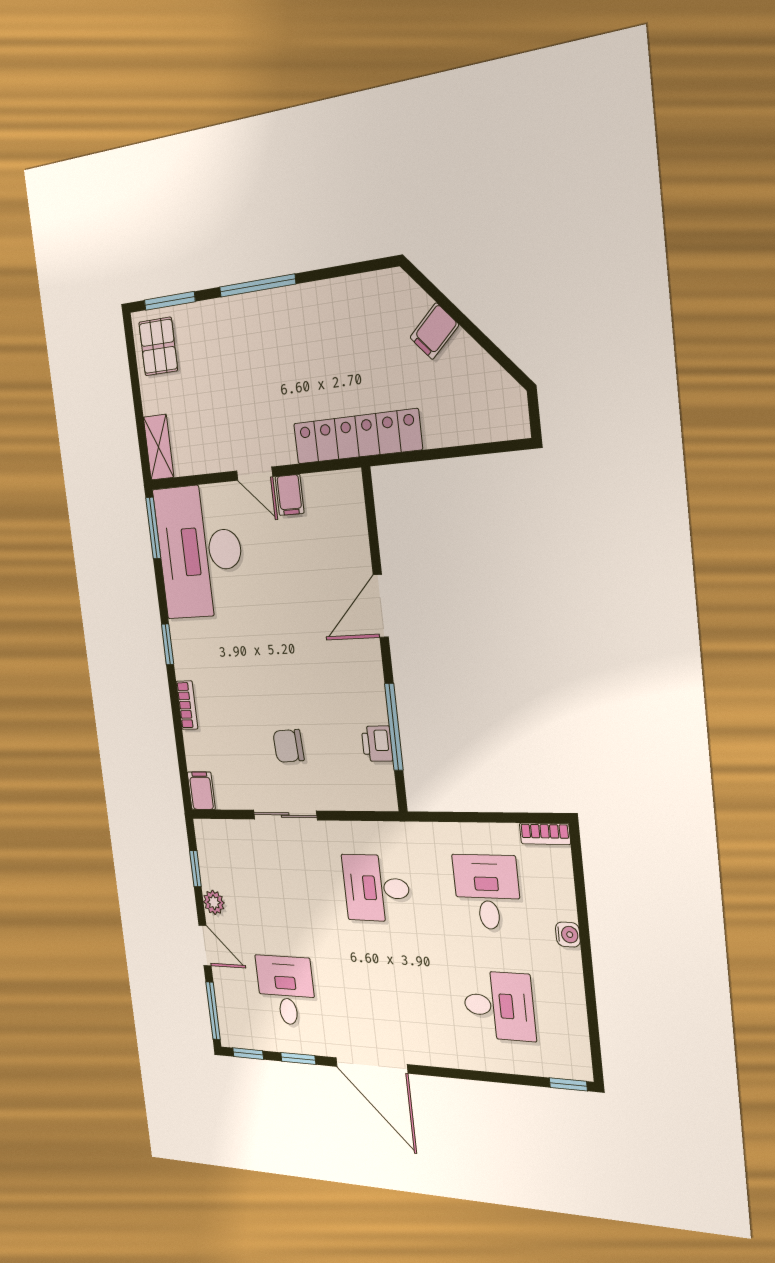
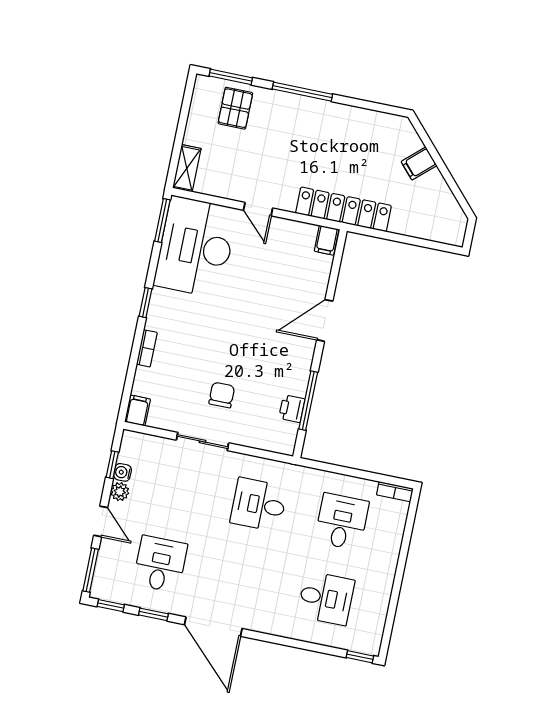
pallet: (158, 346) -> (235, 108), moved
filing cabinet: (290, 495) -> (327, 240), moved
chair: (288, 746) -> (222, 395), turned 93
water cooler: (568, 935) -> (123, 472), moved, turned 180

